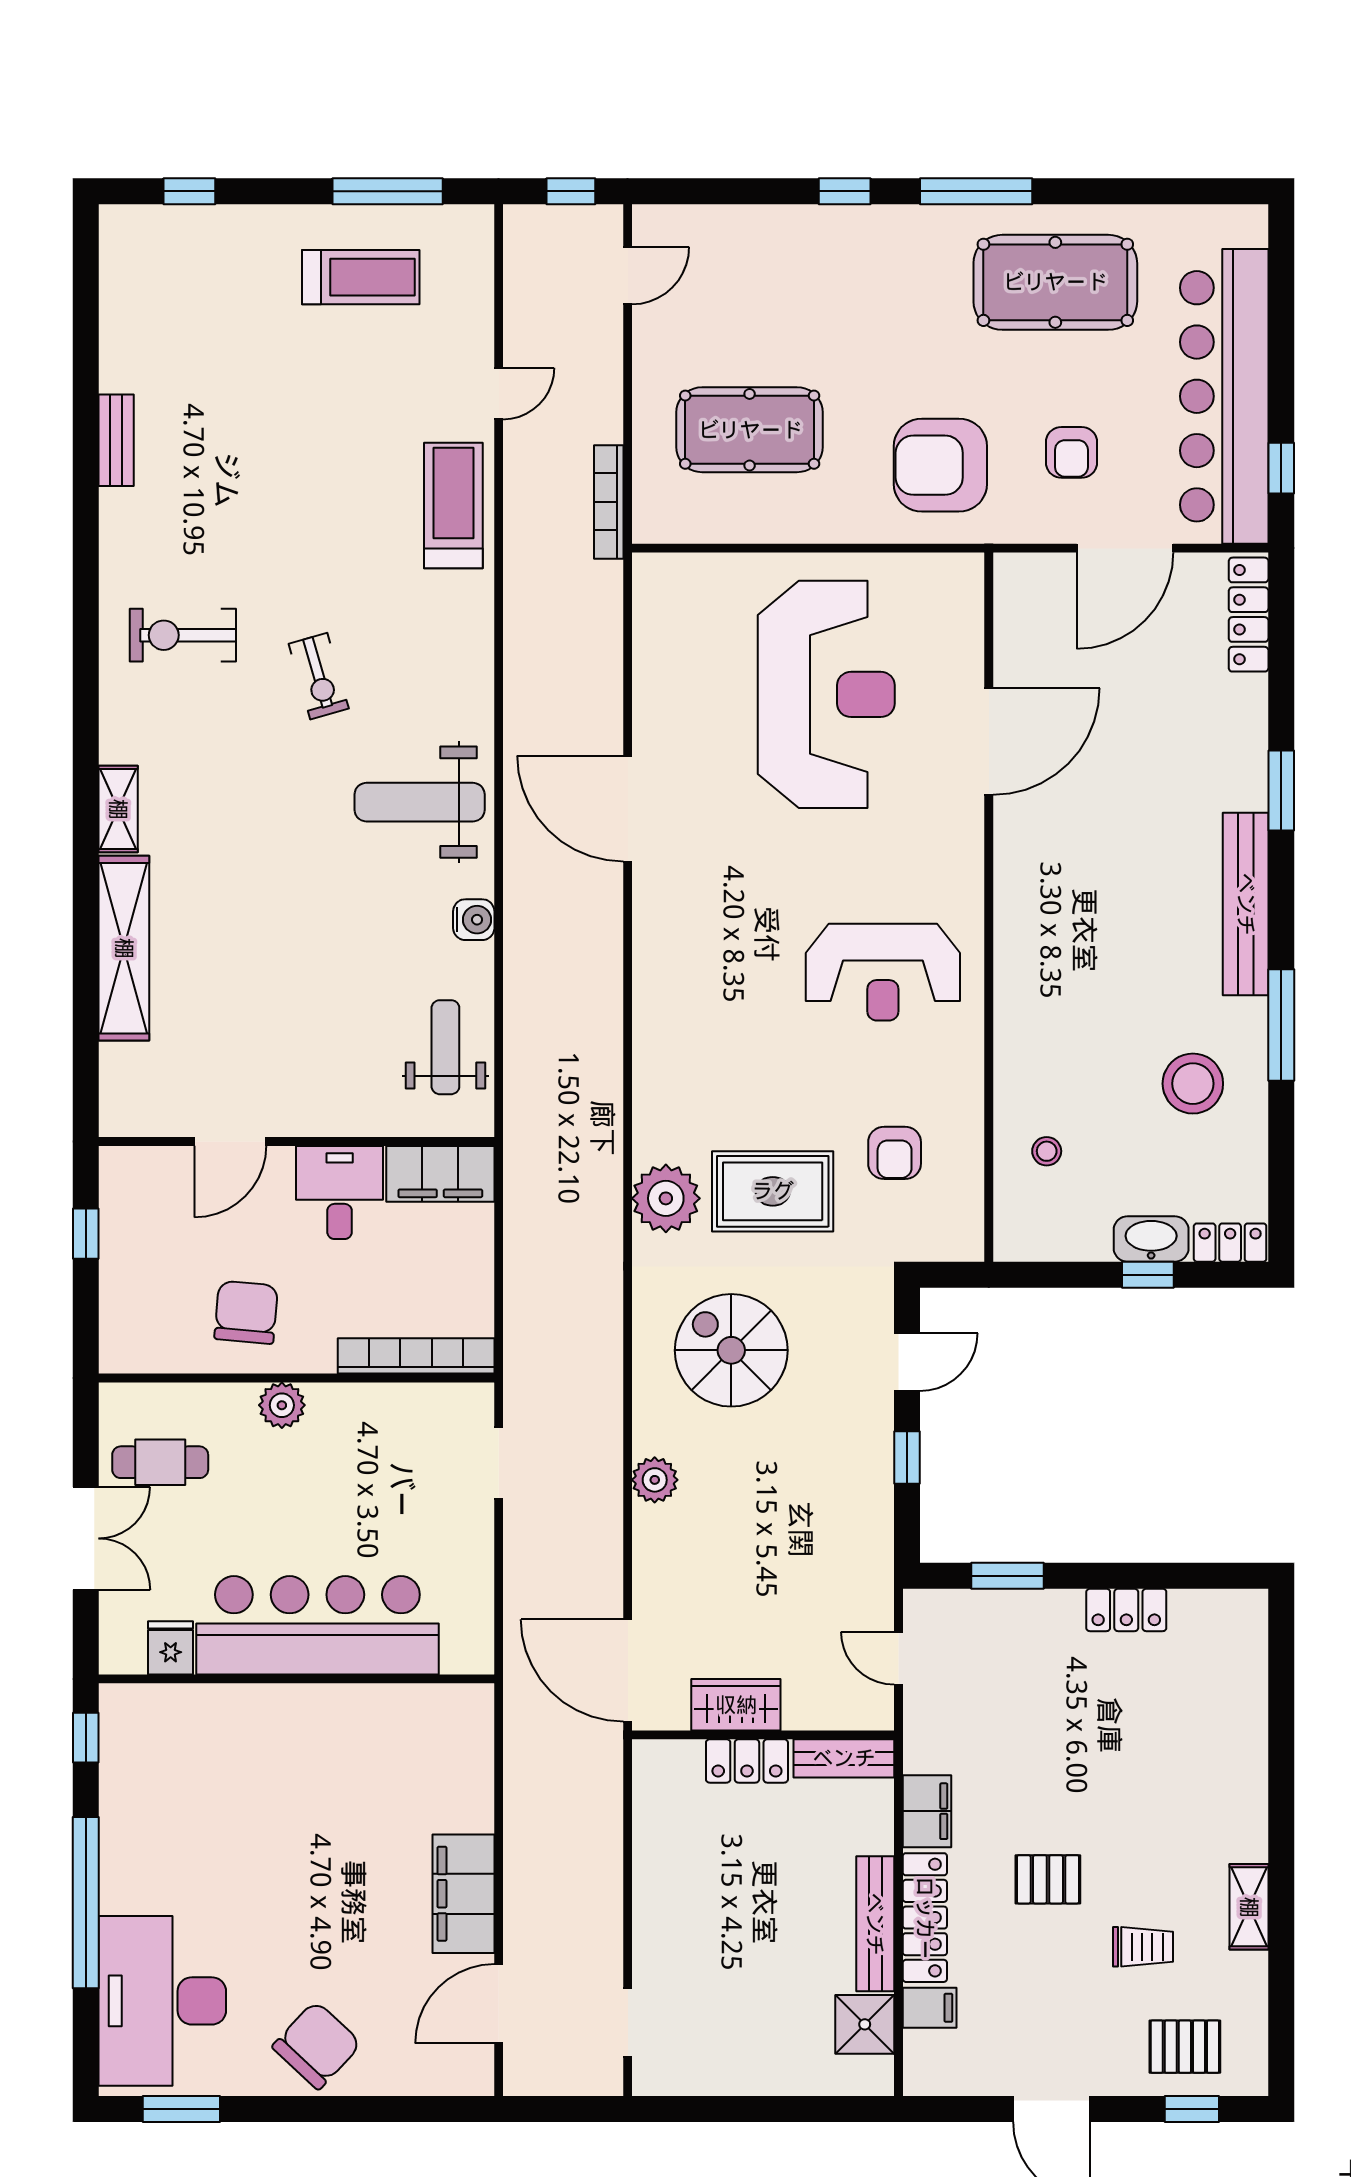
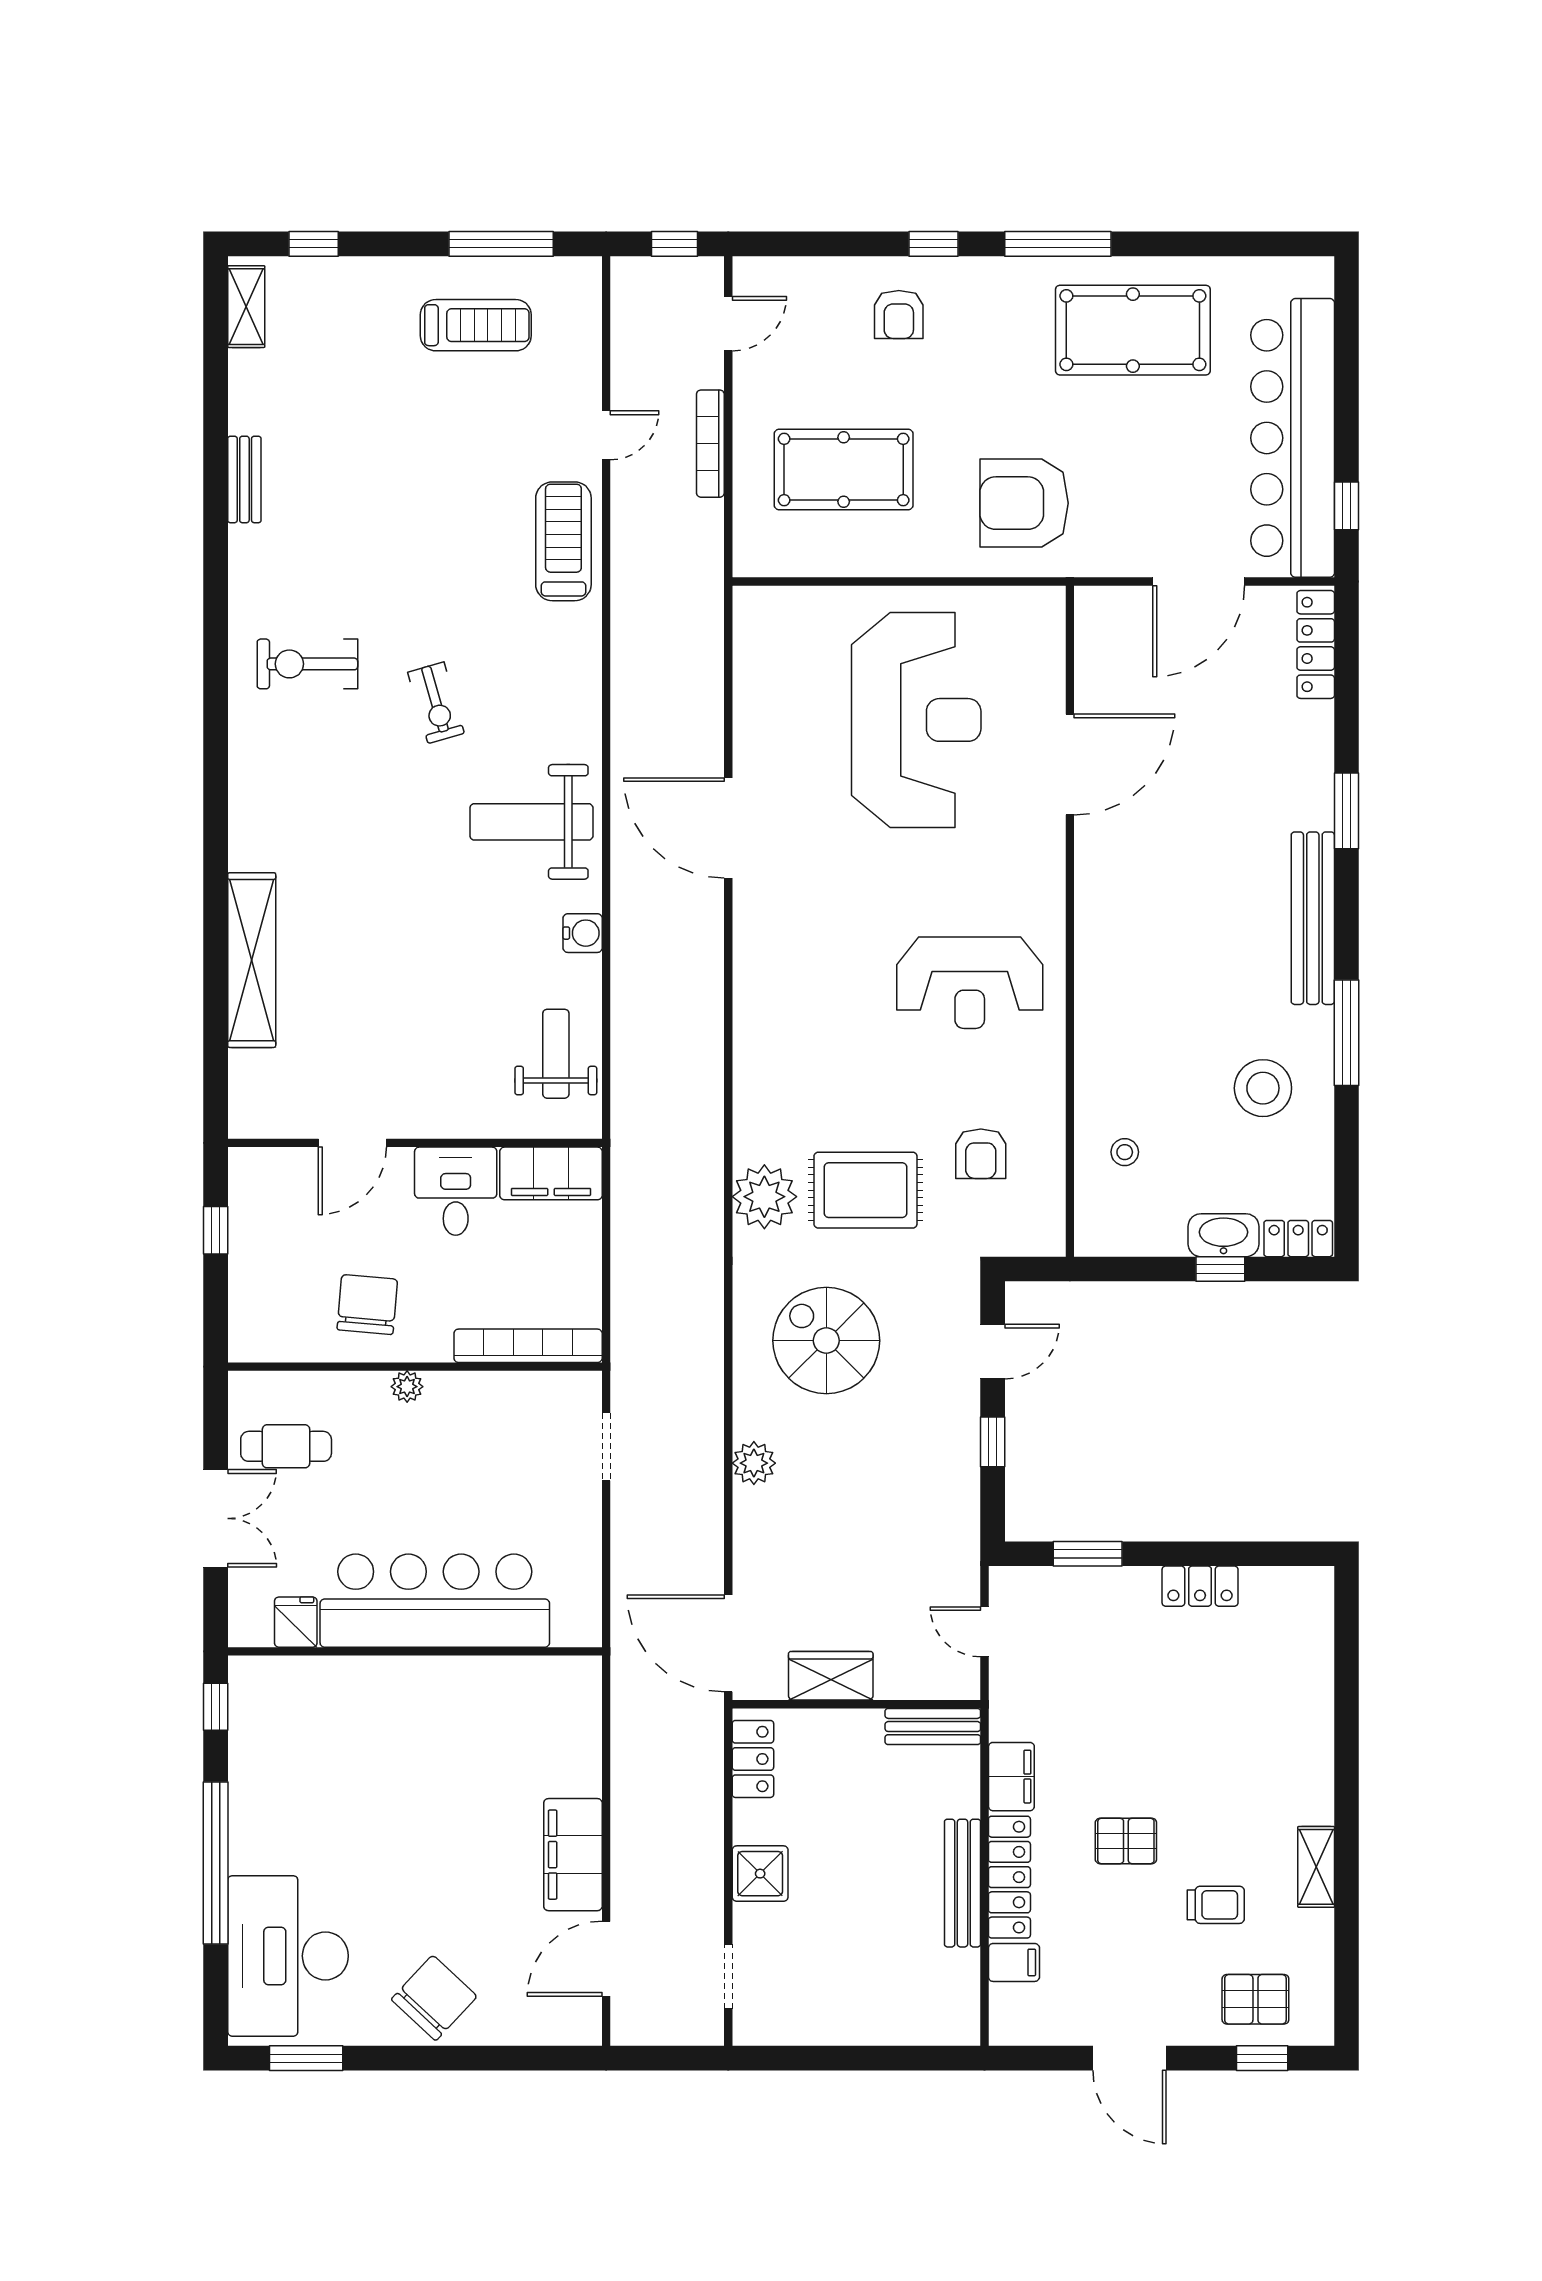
armchair: (1071, 452) -> (899, 314), moved
bookcase: (609, 502) -> (710, 444), moved
shelving: (118, 809) -> (246, 307), moved
plant: (282, 1405) -> (407, 1387), width x0.73, depth x0.73
locker: (747, 1761) -> (753, 1759), moved, turned -90
shower: (865, 2024) -> (760, 1874), moved

